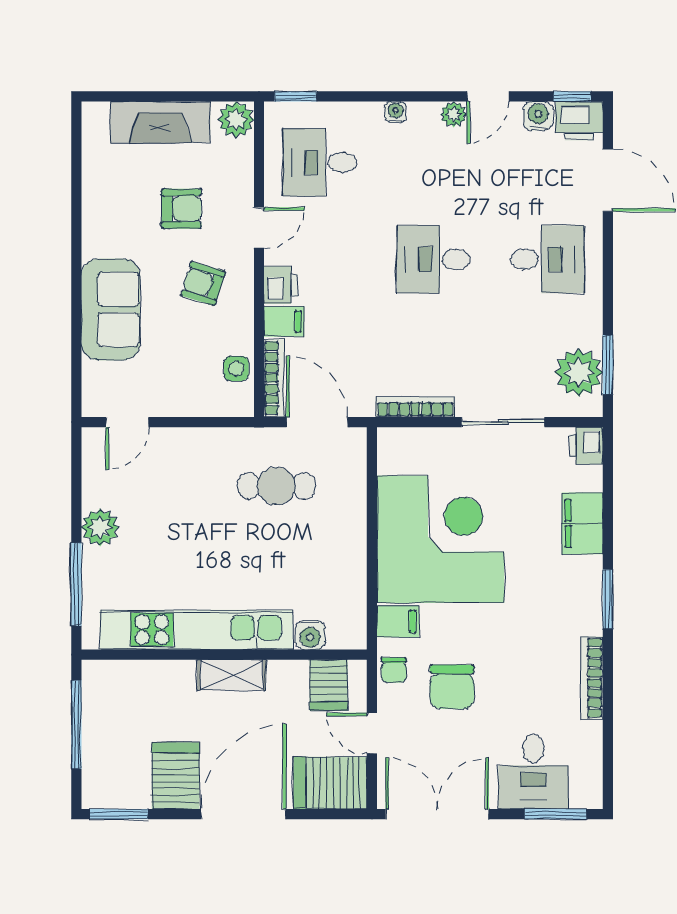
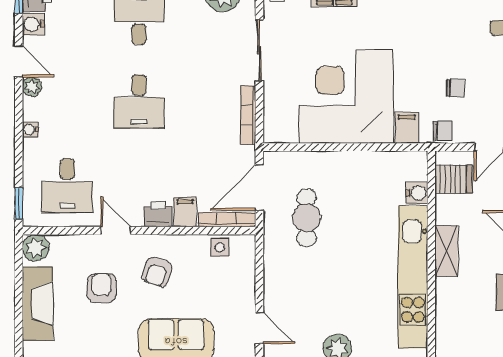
chair: (452, 687) -> (455, 88), width x0.54, depth x0.54

